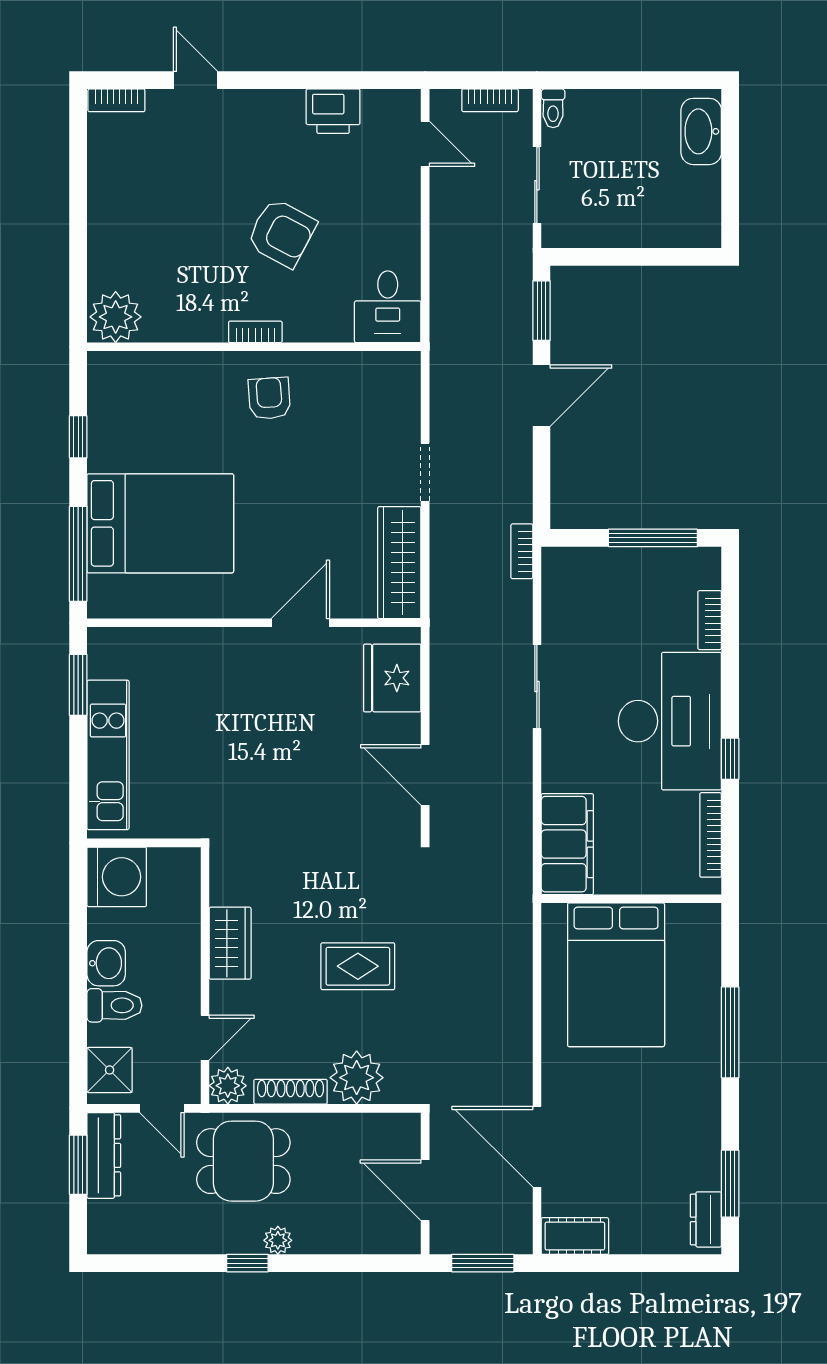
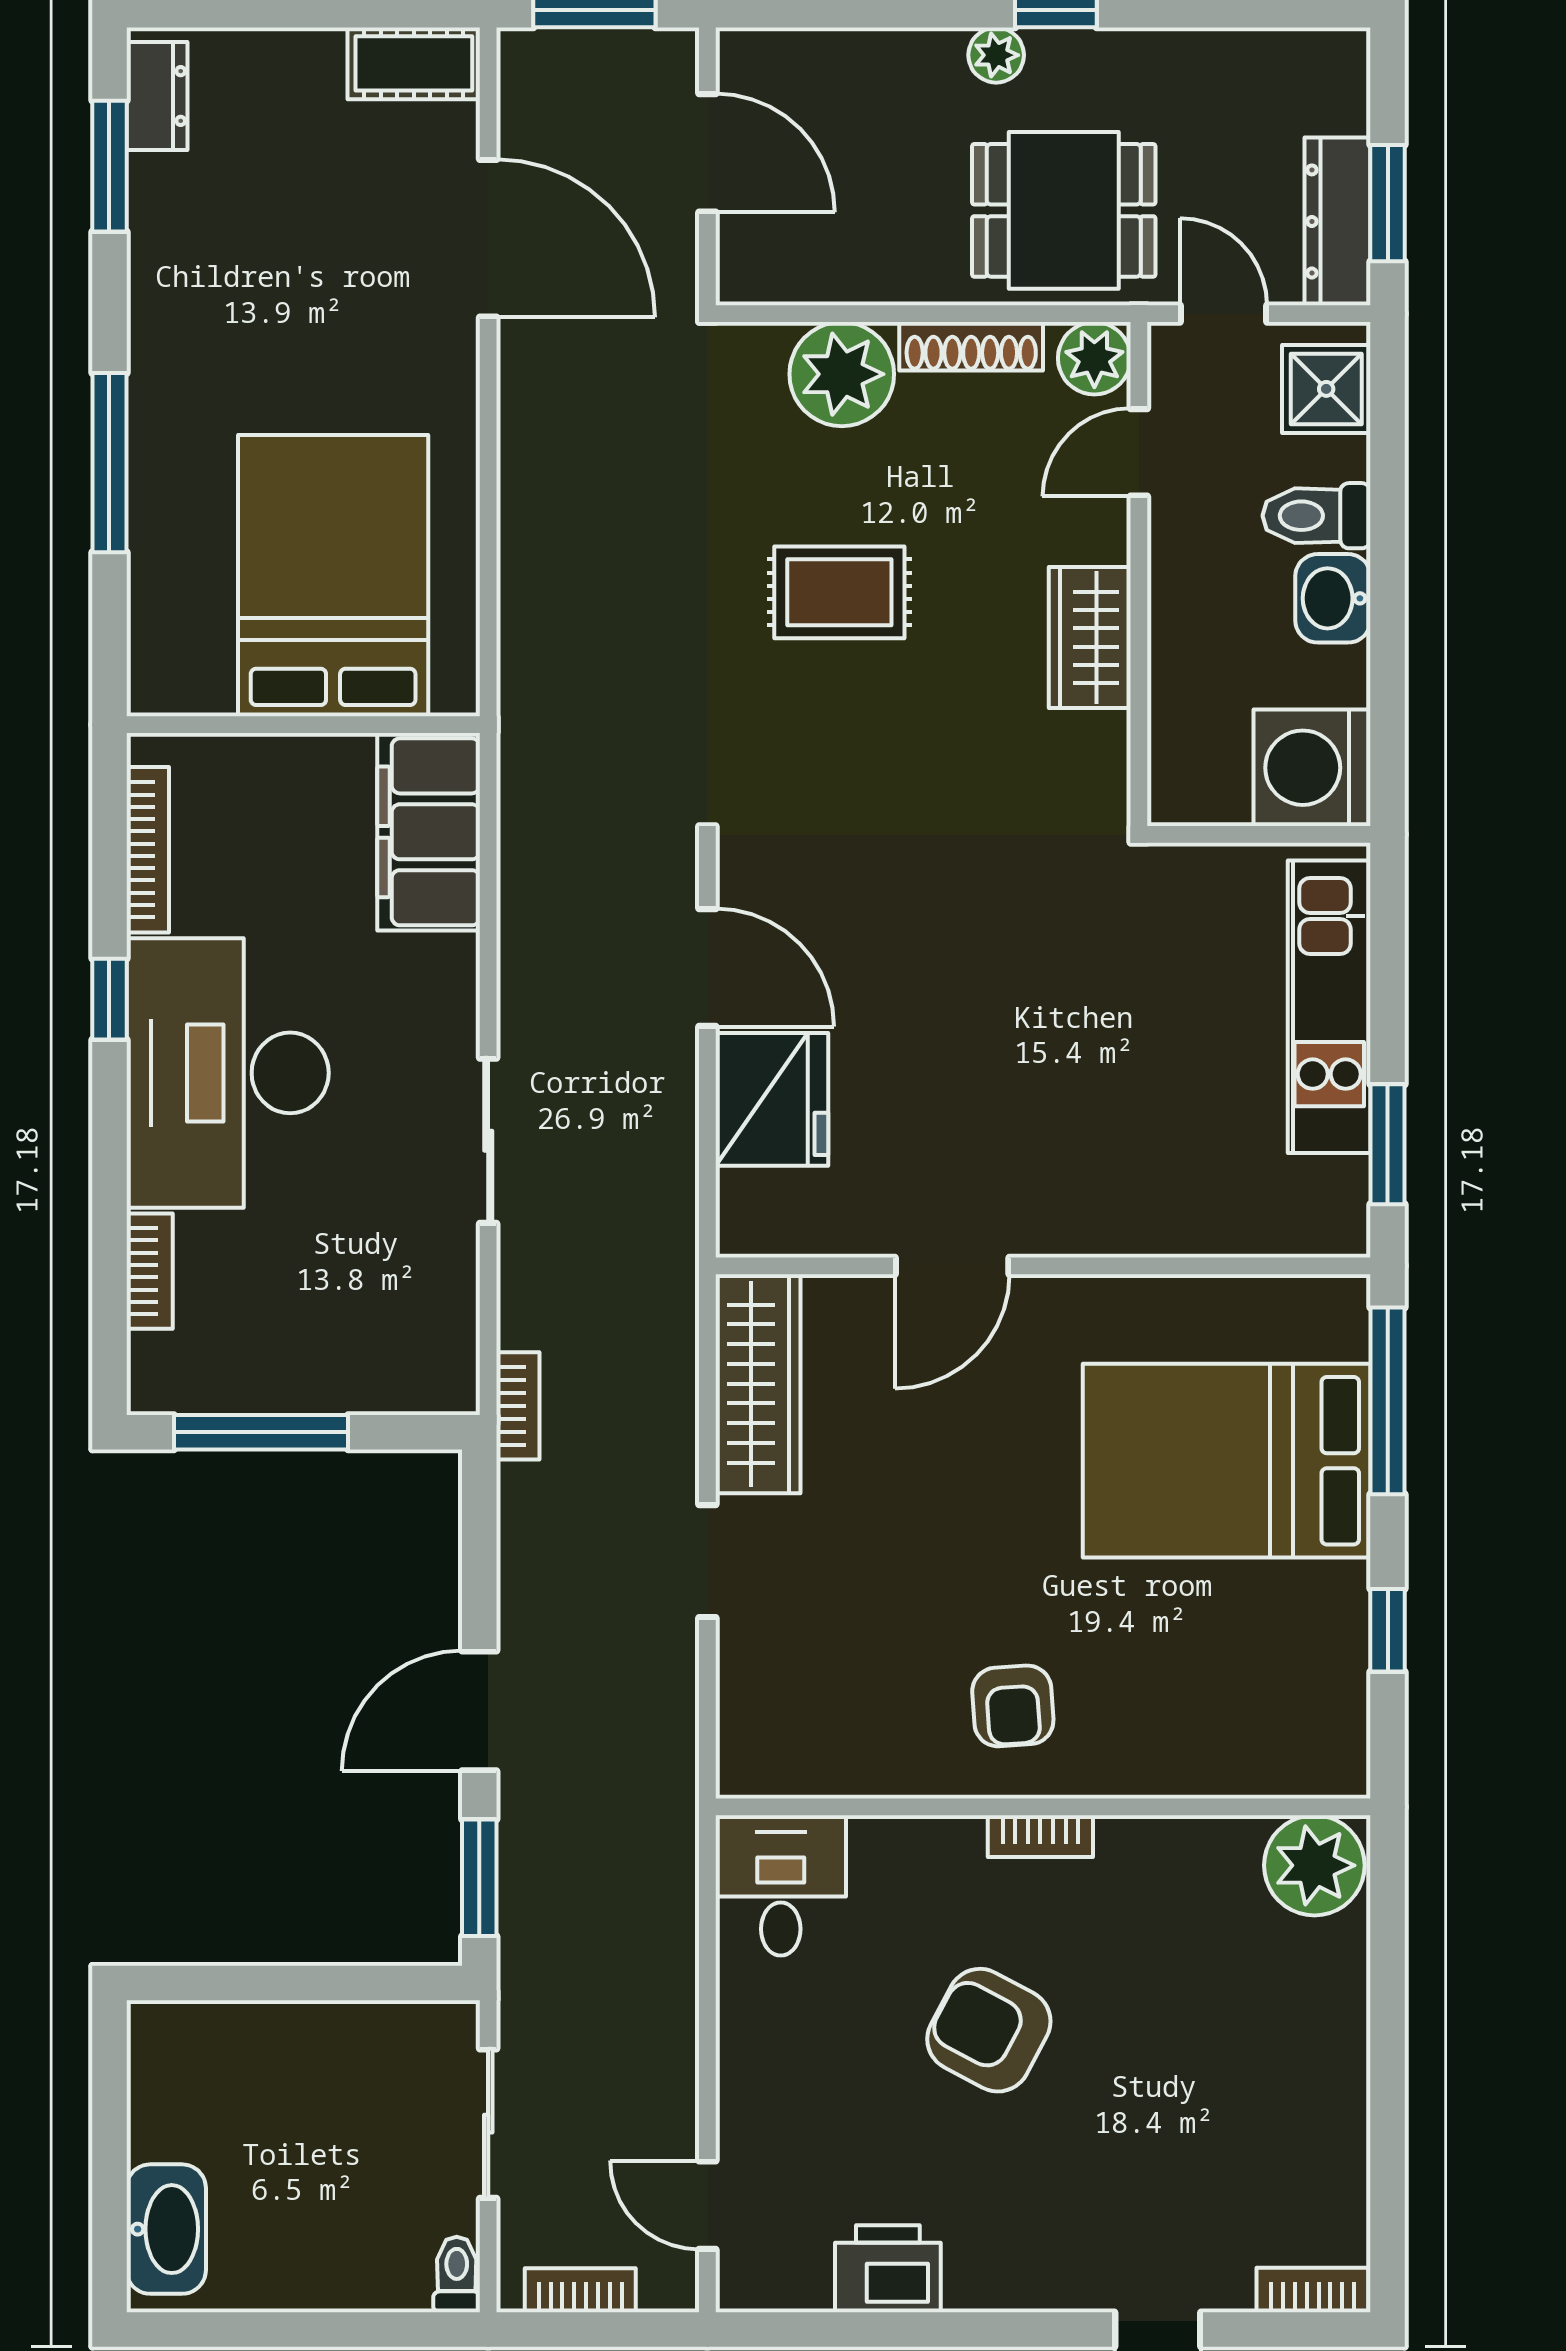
fridge: (392, 678) -> (772, 1099), moved

